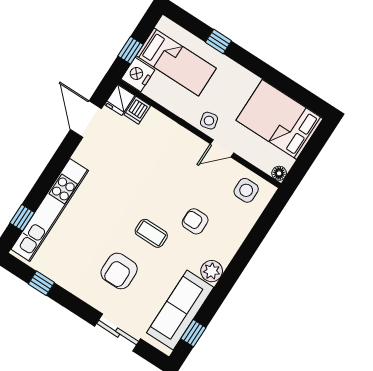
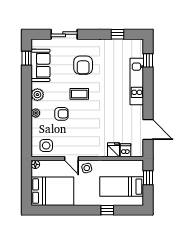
nightstand: (138, 75) -> (137, 168), removed
fridge: (120, 100) -> (113, 150), moved
door: (222, 148) -> (71, 159), swing flipped
kitchen unit: (50, 210) -> (137, 82), width x0.73
plant: (231, 246) -> (36, 113), added
armchair: (119, 271) -> (83, 65), turned 180
sofa: (180, 310) -> (40, 65), width x0.73

